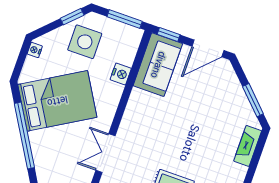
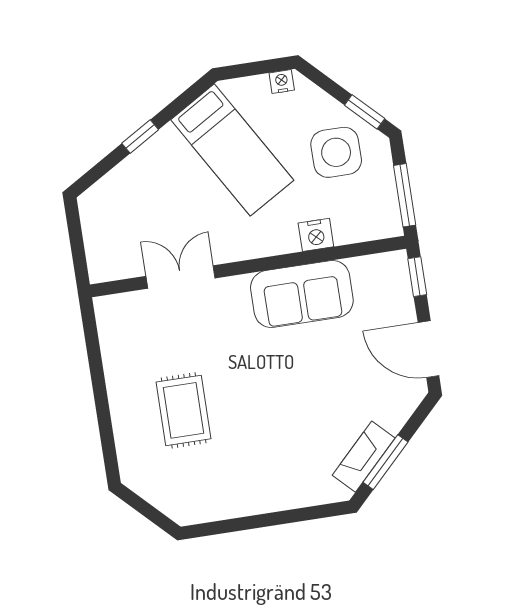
sofa: (158, 65) -> (302, 294), moved
bed: (57, 101) -> (232, 150), width x0.67
window: (24, 135) -> (140, 136), width x0.32
fireplace: (248, 146) -> (364, 457), moved, turned -45

